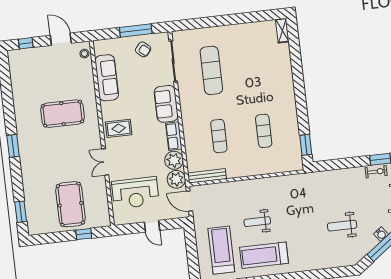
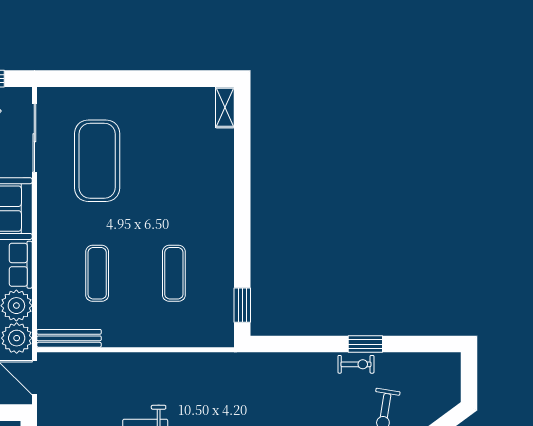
exercise mat: (211, 70) -> (97, 161), width x1.47

